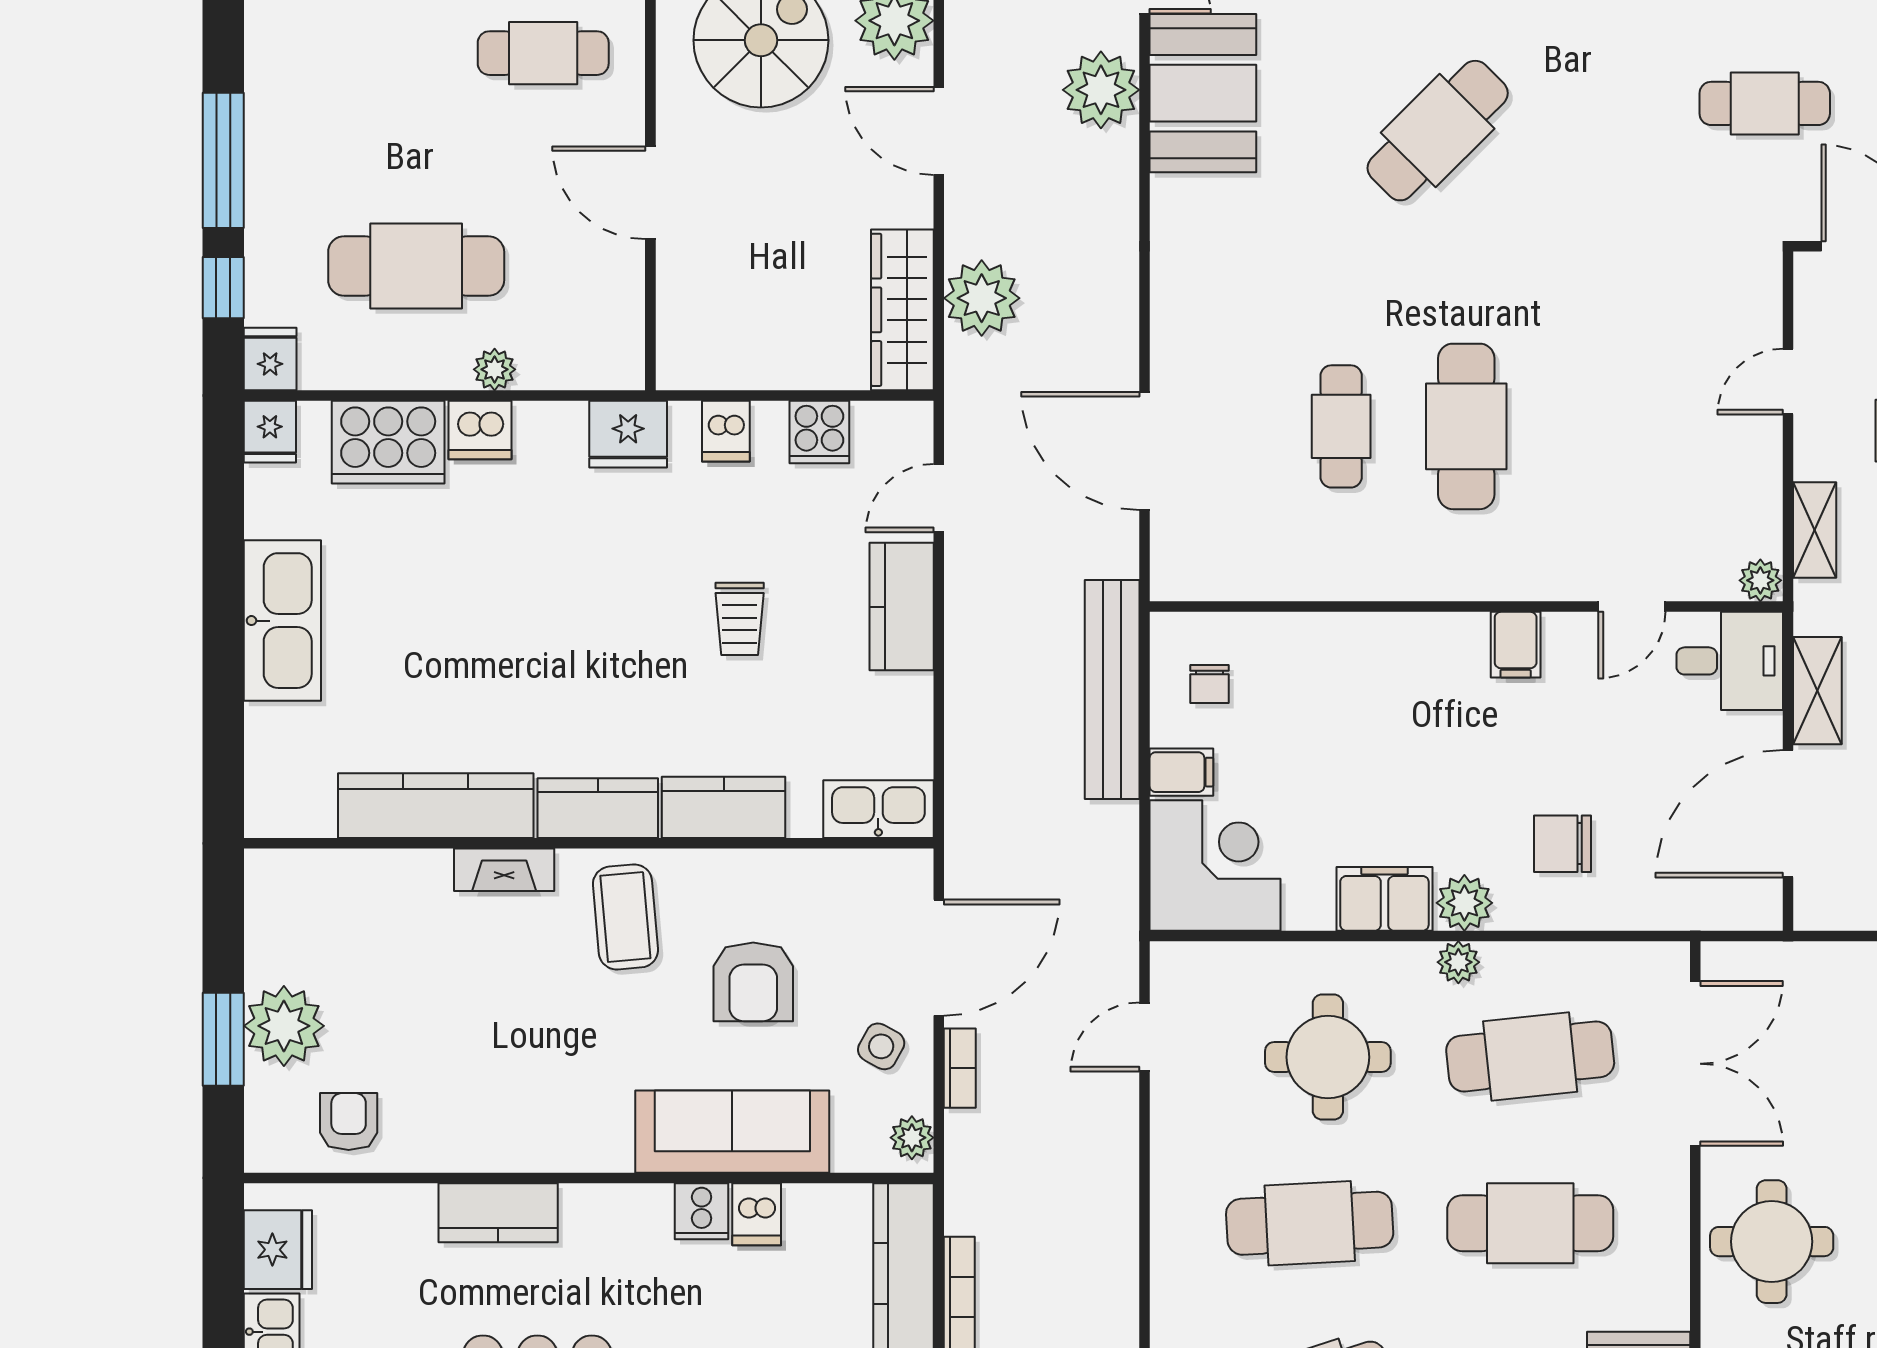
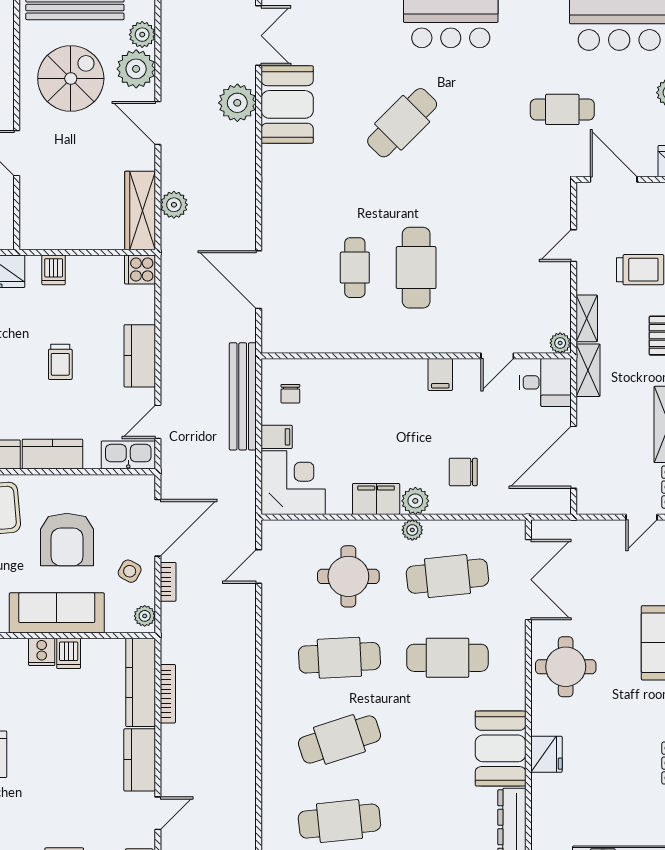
plant: (982, 298) -> (174, 205), width x0.73, depth x0.73
cooker: (819, 432) -> (140, 270), moved, turned 90
door: (939, 498) -> (158, 422), moved
shelving: (1817, 691) -> (588, 370), moved
armchair: (753, 982) -> (67, 540), width x1.36, depth x1.36

